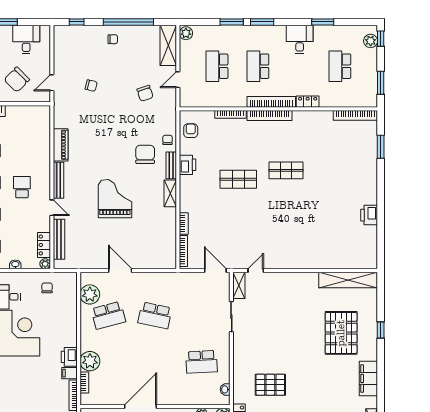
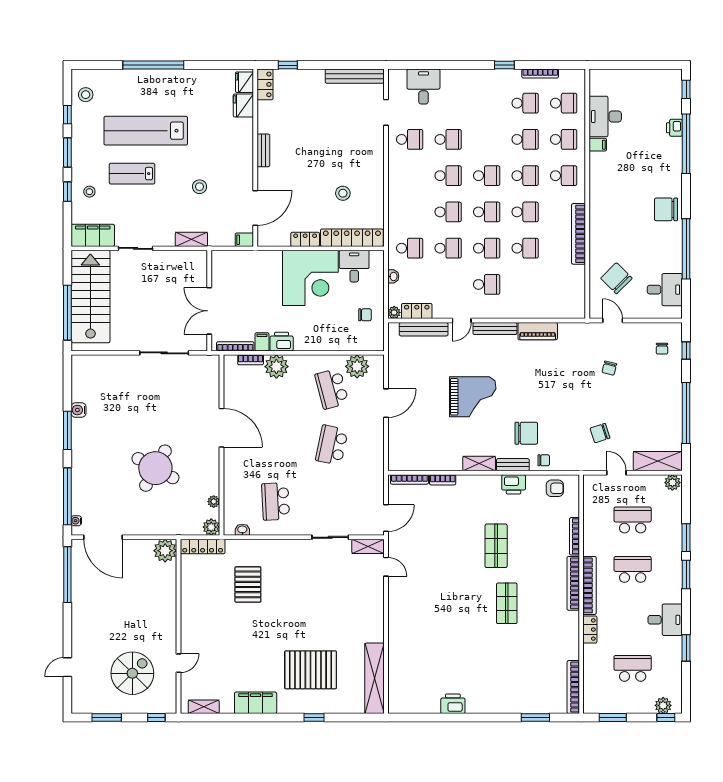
chair: (113, 39) -> (662, 349), moved

